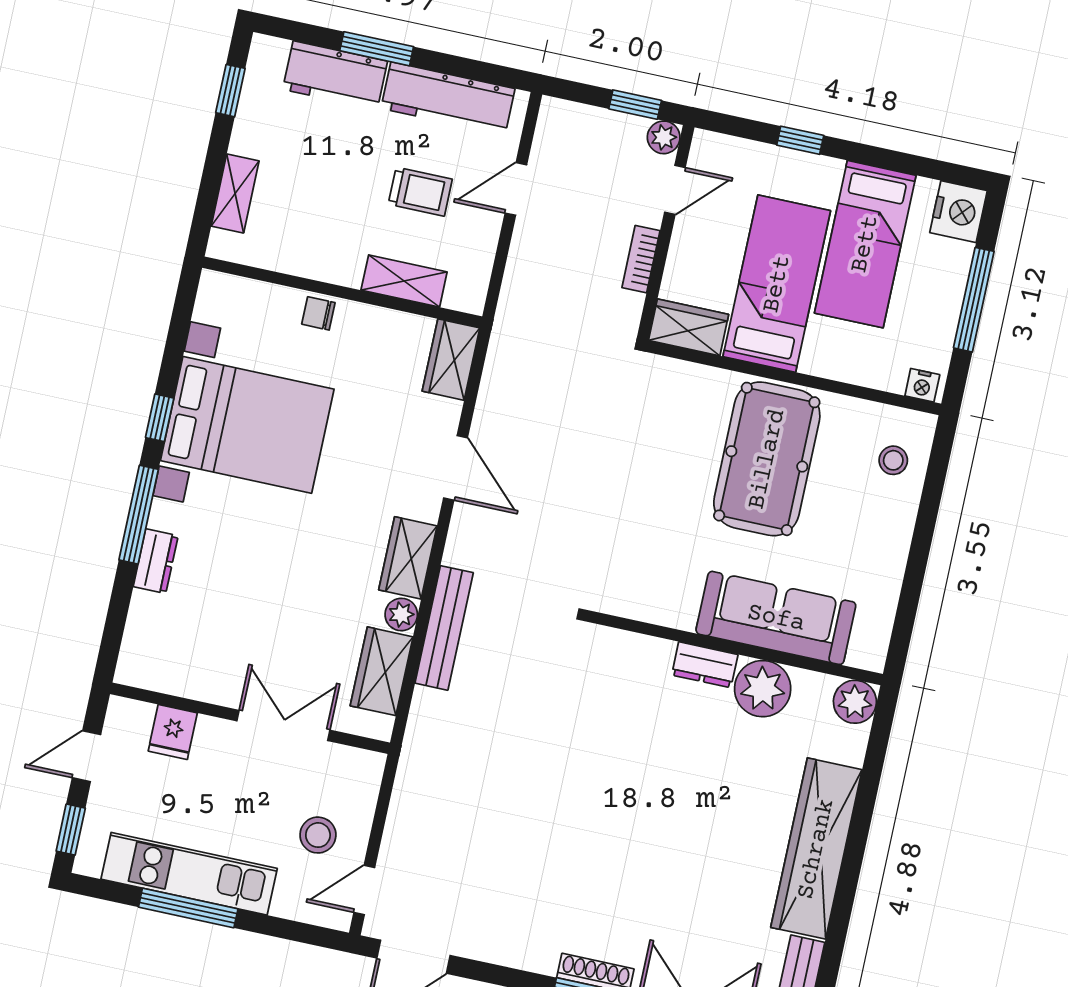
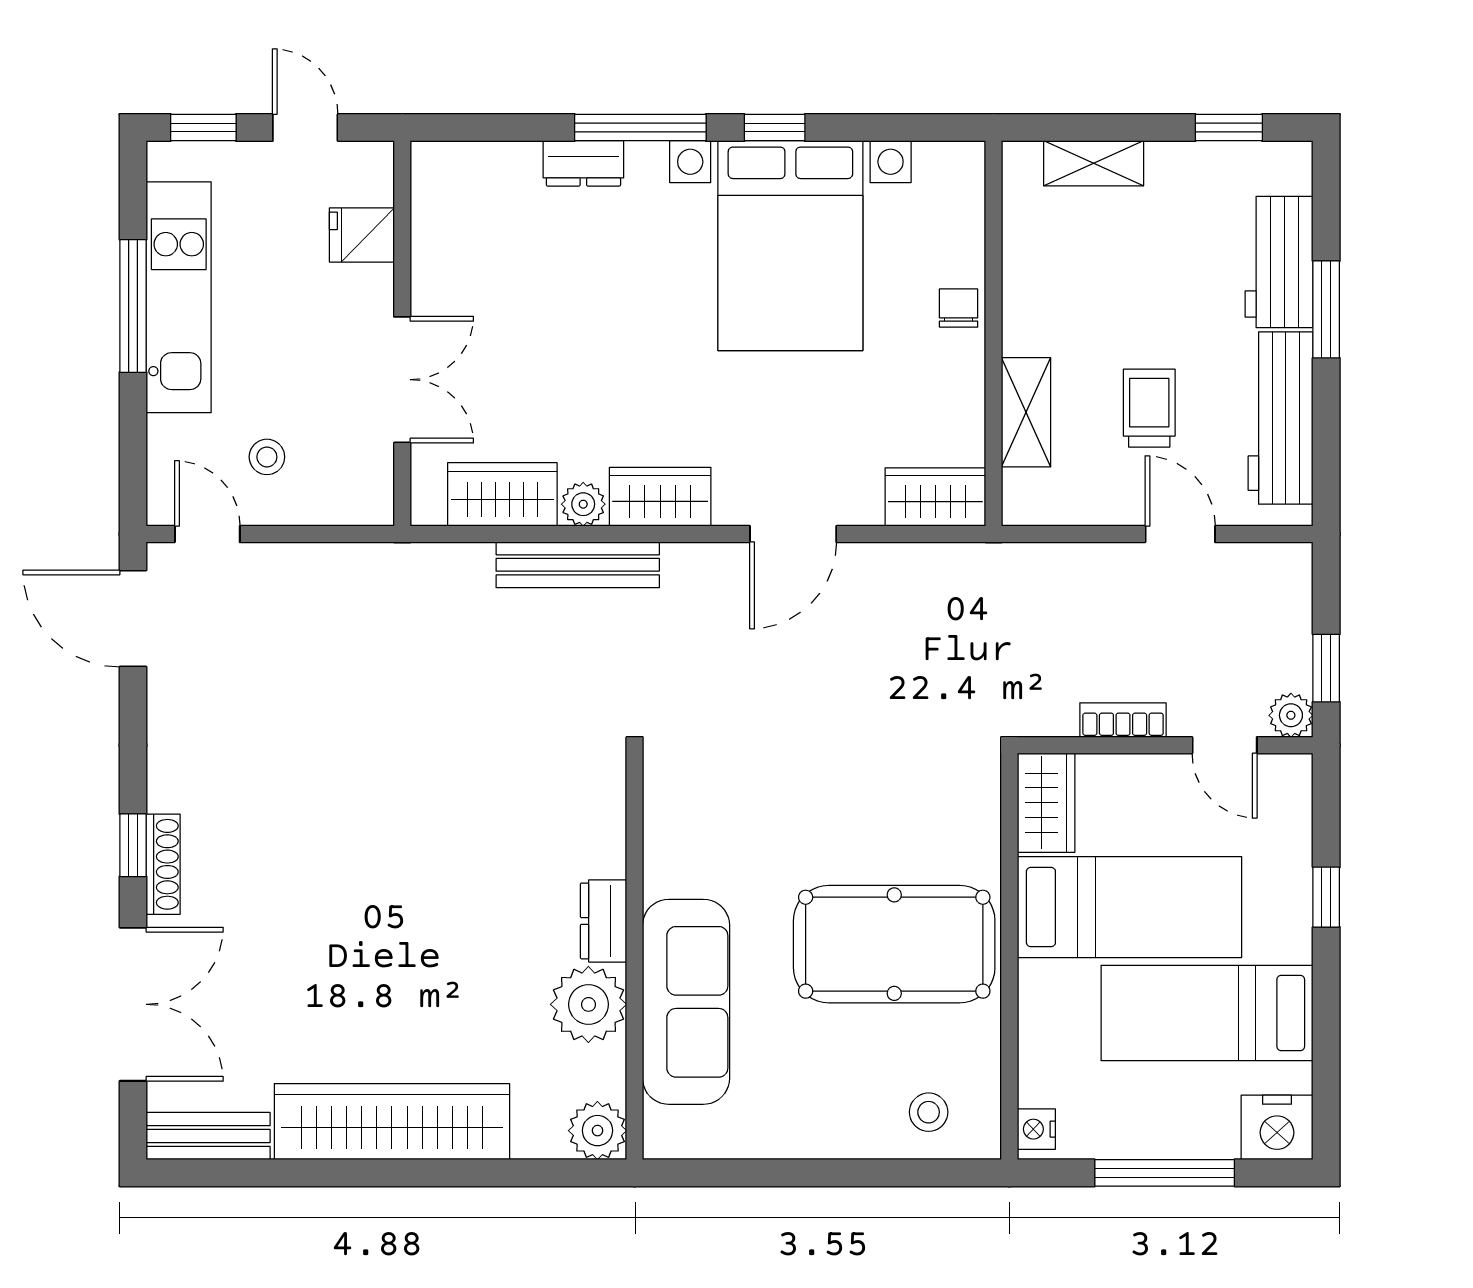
trolley: (420, 192) -> (1149, 408), turned 180
stool: (318, 835) -> (267, 457), width x0.73, depth x0.73

